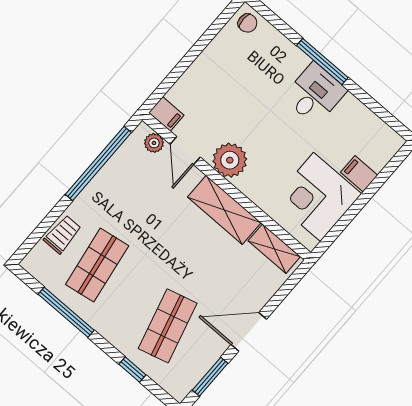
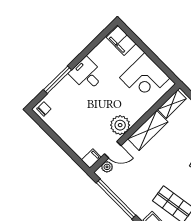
window: (322, 61) -> (58, 80), moved
filing cabinet: (359, 174) -> (121, 40), moved, width x2.00

